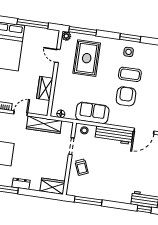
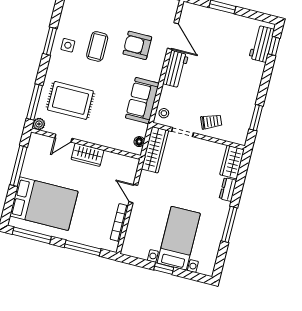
wardrobe: (45, 88) -> (87, 155), moved
armchair: (126, 96) -> (137, 45), moved
wardrobe: (44, 125) -> (155, 150), moved
workbench: (114, 135) -> (176, 69), width x0.73
dresser: (21, 184) -> (228, 189), moved
window: (88, 201) -> (256, 118), width x0.69

